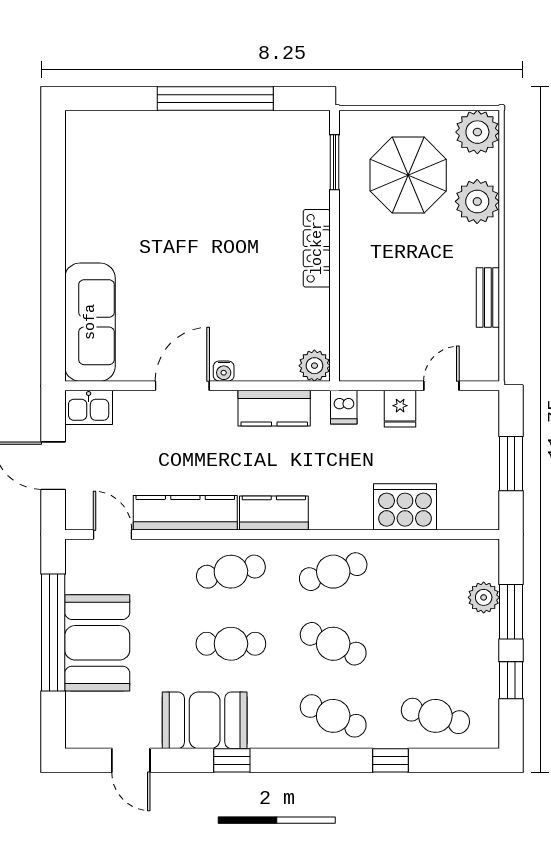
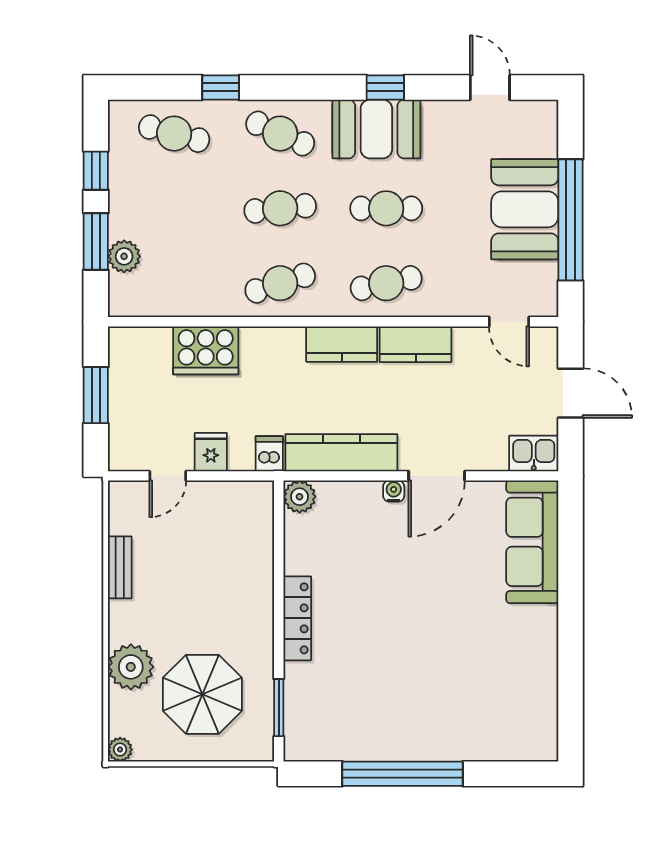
plant: (477, 132) -> (120, 750), width x0.53, depth x0.53
kitchen counter: (274, 408) -> (341, 453), width x1.50
kitchen counter: (185, 513) -> (416, 344), width x0.67
cafe table: (333, 644) -> (280, 208), turned -30
booth: (205, 720) -> (376, 129), moved

